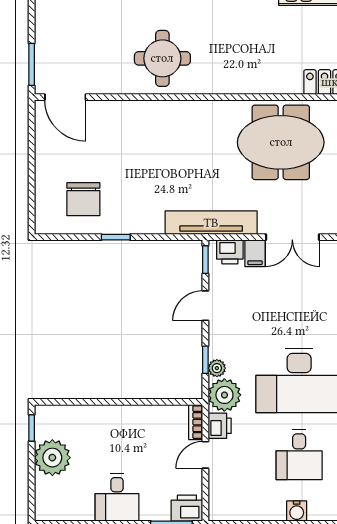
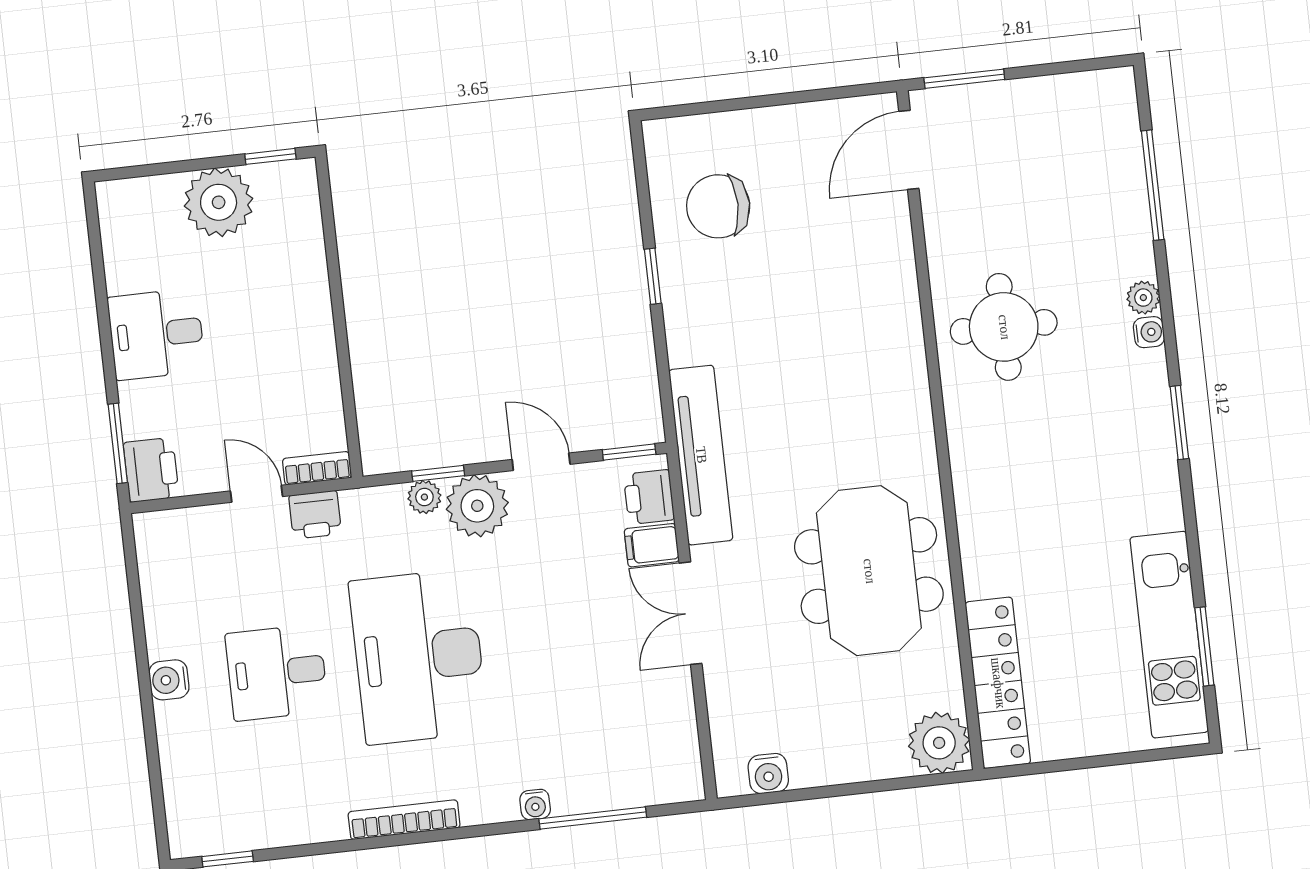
plant: (224, 395) -> (477, 506), moved

